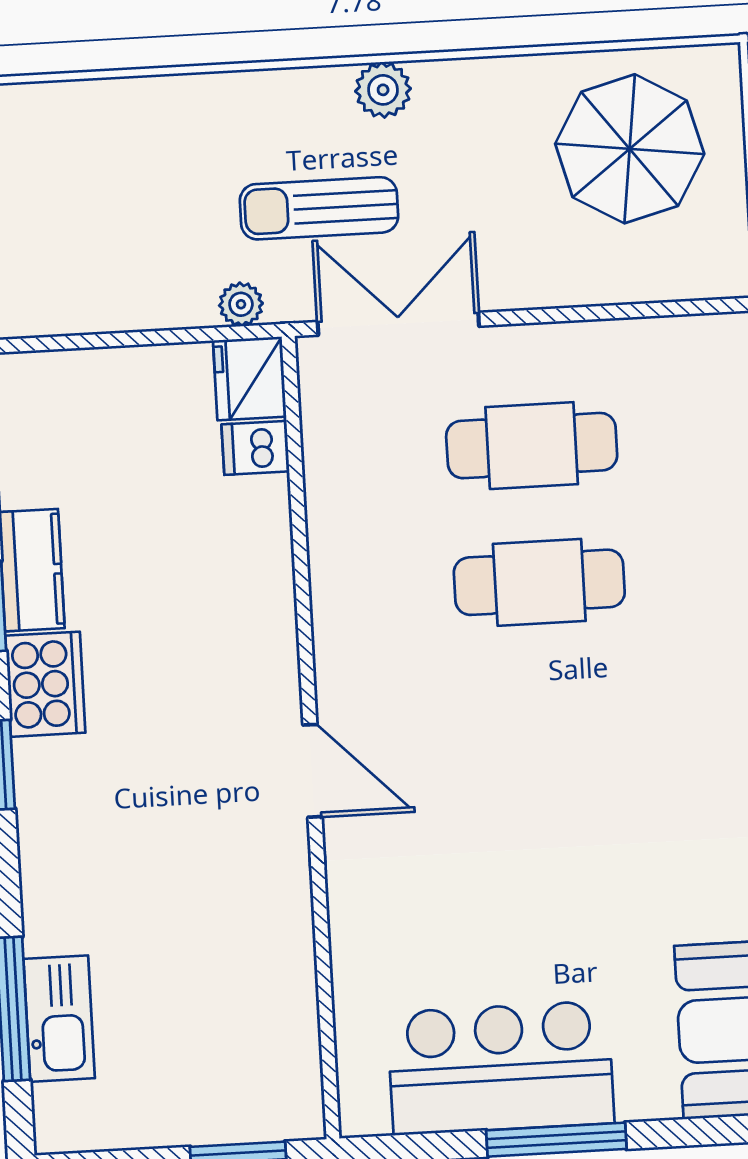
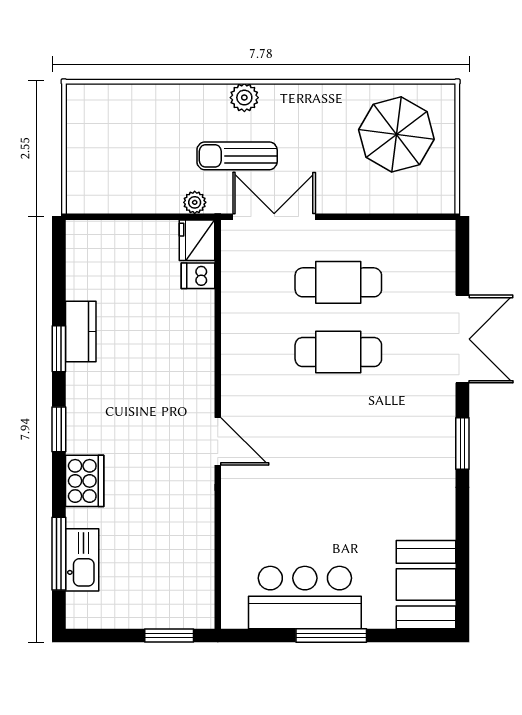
plant: (383, 90) -> (244, 98), moved
cooker: (45, 684) -> (85, 481), moved

